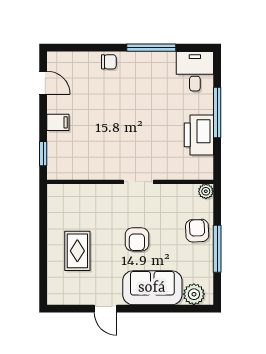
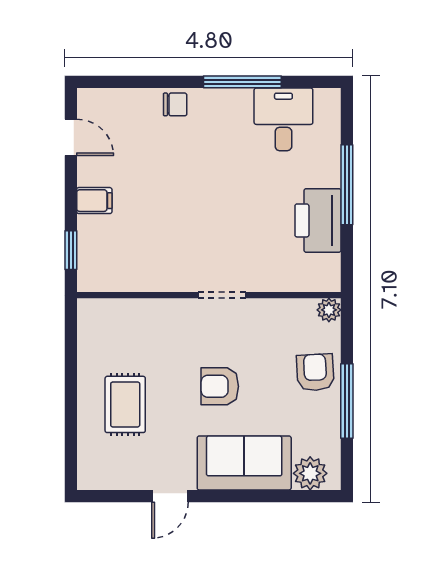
desk: (195, 71) -> (283, 119), moved
armchair: (137, 239) -> (220, 386), turned 90
door: (106, 309) -> (170, 496), hinge flipped

